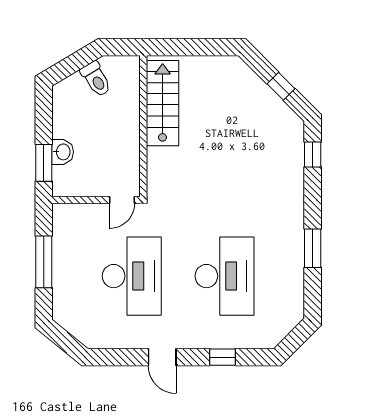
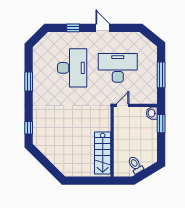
window: (281, 86) -> (44, 161), removed
washbasin: (63, 152) -> (152, 113), moved
desk: (132, 276) -> (118, 68), turned 90
desk: (225, 276) -> (72, 68), turned 180

